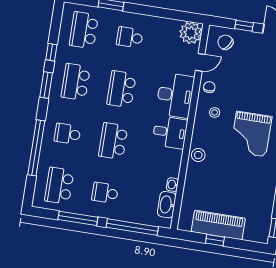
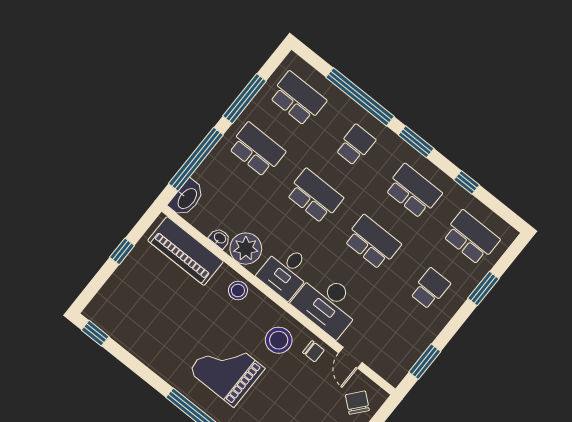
window: (177, 15) -> (425, 362), added
plant: (191, 33) -> (246, 249), moved
chair: (225, 42) -> (357, 403), turned -85
window: (46, 85) -> (416, 142), moved
stool: (215, 112) -> (279, 340), width x1.89, depth x1.89
school desk: (105, 193) -> (257, 150), width x1.85
washbasin: (167, 205) -> (187, 198), moved, turned 90
piano: (218, 225) -> (186, 251), moved, turned 90

